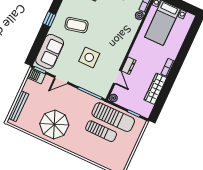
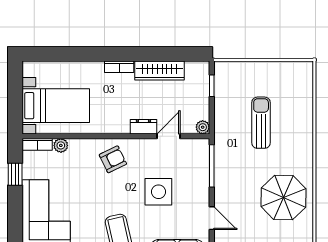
armchair: (119, 41) -> (113, 159), added
sun lounger: (113, 117) -> (231, 114), removed

